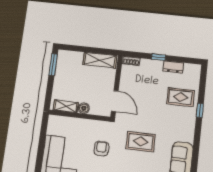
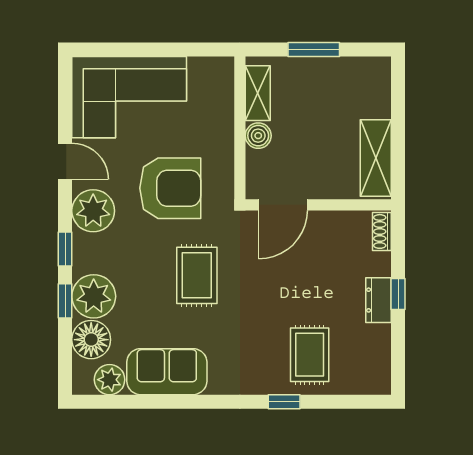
window: (53, 65) -> (314, 49), moved
dresser: (173, 67) -> (379, 300), moved
armchair: (101, 149) -> (170, 188), width x1.88, depth x1.88

